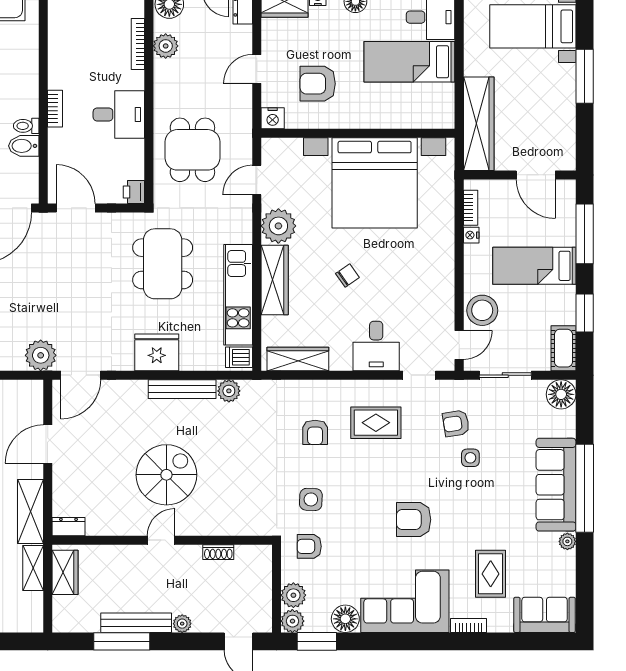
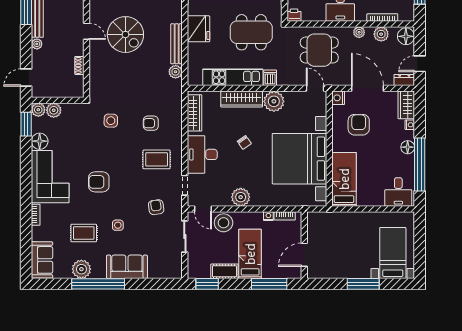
bed: (409, 62) -> (344, 179), moved
door: (257, 69) -> (367, 88), width x1.88
plant: (163, 83) -> (359, 32), added
wardrobe: (479, 124) -> (335, 221), removed
door: (257, 180) -> (315, 88), moved
plant: (439, 282) -> (241, 197), added
window: (585, 313) -> (207, 284), moved
desk: (376, 346) -> (202, 154), width x1.37
cot: (563, 348) -> (224, 271), moved
dishwasher: (239, 357) -> (270, 78), moved
floor lamp: (561, 394) -> (173, 270), removed
rug: (376, 423) -> (157, 159), turned 90
side table: (470, 458) -> (118, 225), moved
sofa: (556, 485) -> (127, 267), width x0.73
window: (585, 488) -> (98, 284), moved
armchair: (414, 520) -> (99, 182), turned -90
plant: (567, 541) -> (81, 269), width x1.88, depth x1.88
armchair: (309, 546) -> (83, 120), removed
rug: (491, 574) -> (84, 233), moved

